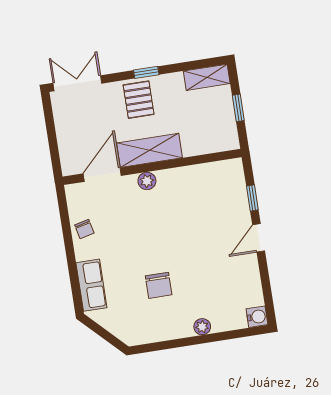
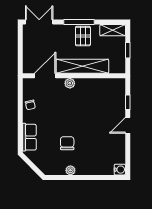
window: (146, 72) -> (79, 22), width x2.17
pallet: (139, 100) -> (83, 36), moved
shelving: (150, 150) -> (82, 66), width x1.47
chair: (159, 285) -> (67, 143), turned 180
plant: (202, 327) -> (70, 170), moved

